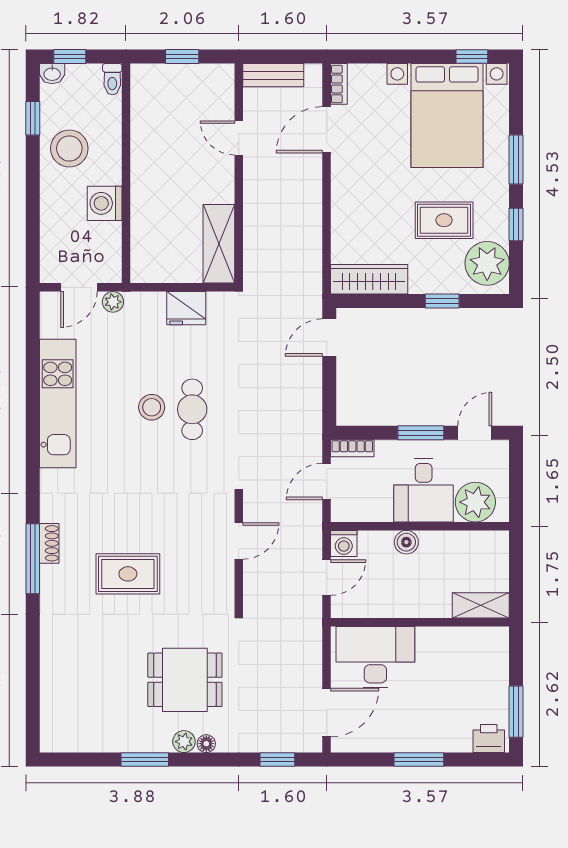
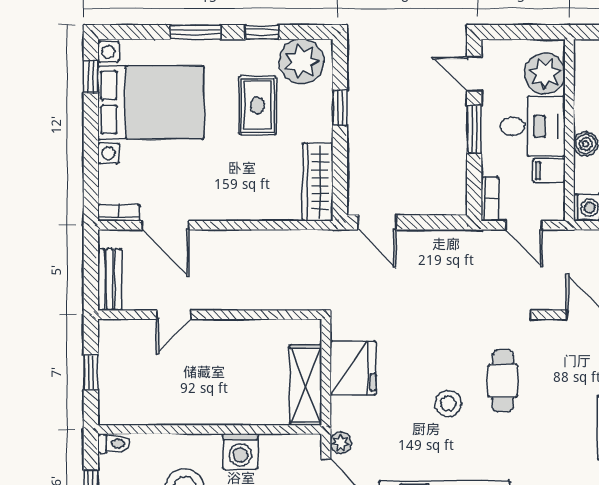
shelving: (219, 244) -> (306, 385), moved, turned 90
fridge: (186, 308) -> (353, 368), width x1.36, depth x1.34
cafe table: (192, 409) -> (503, 381), moved, turned 90
filing cabinet: (380, 506) -> (549, 171), added

